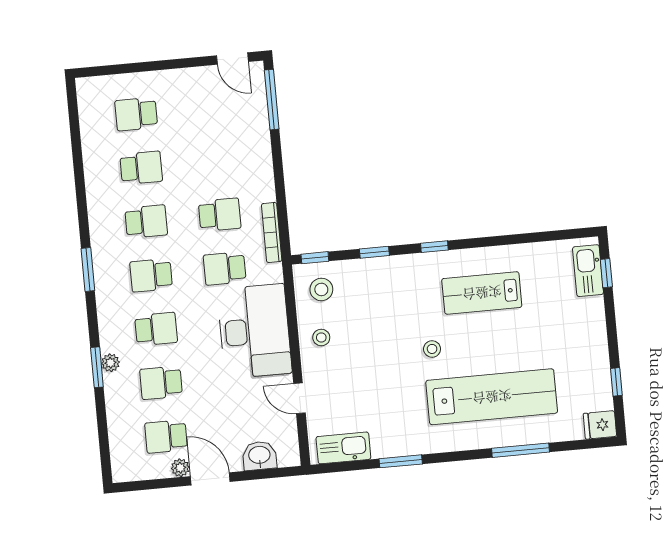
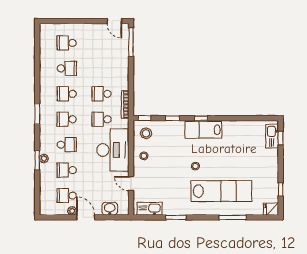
school desk: (220, 215) -> (102, 94), turned 180
school desk: (146, 222) -> (67, 94), turned 180
lab bench: (482, 293) -> (203, 130), moved

